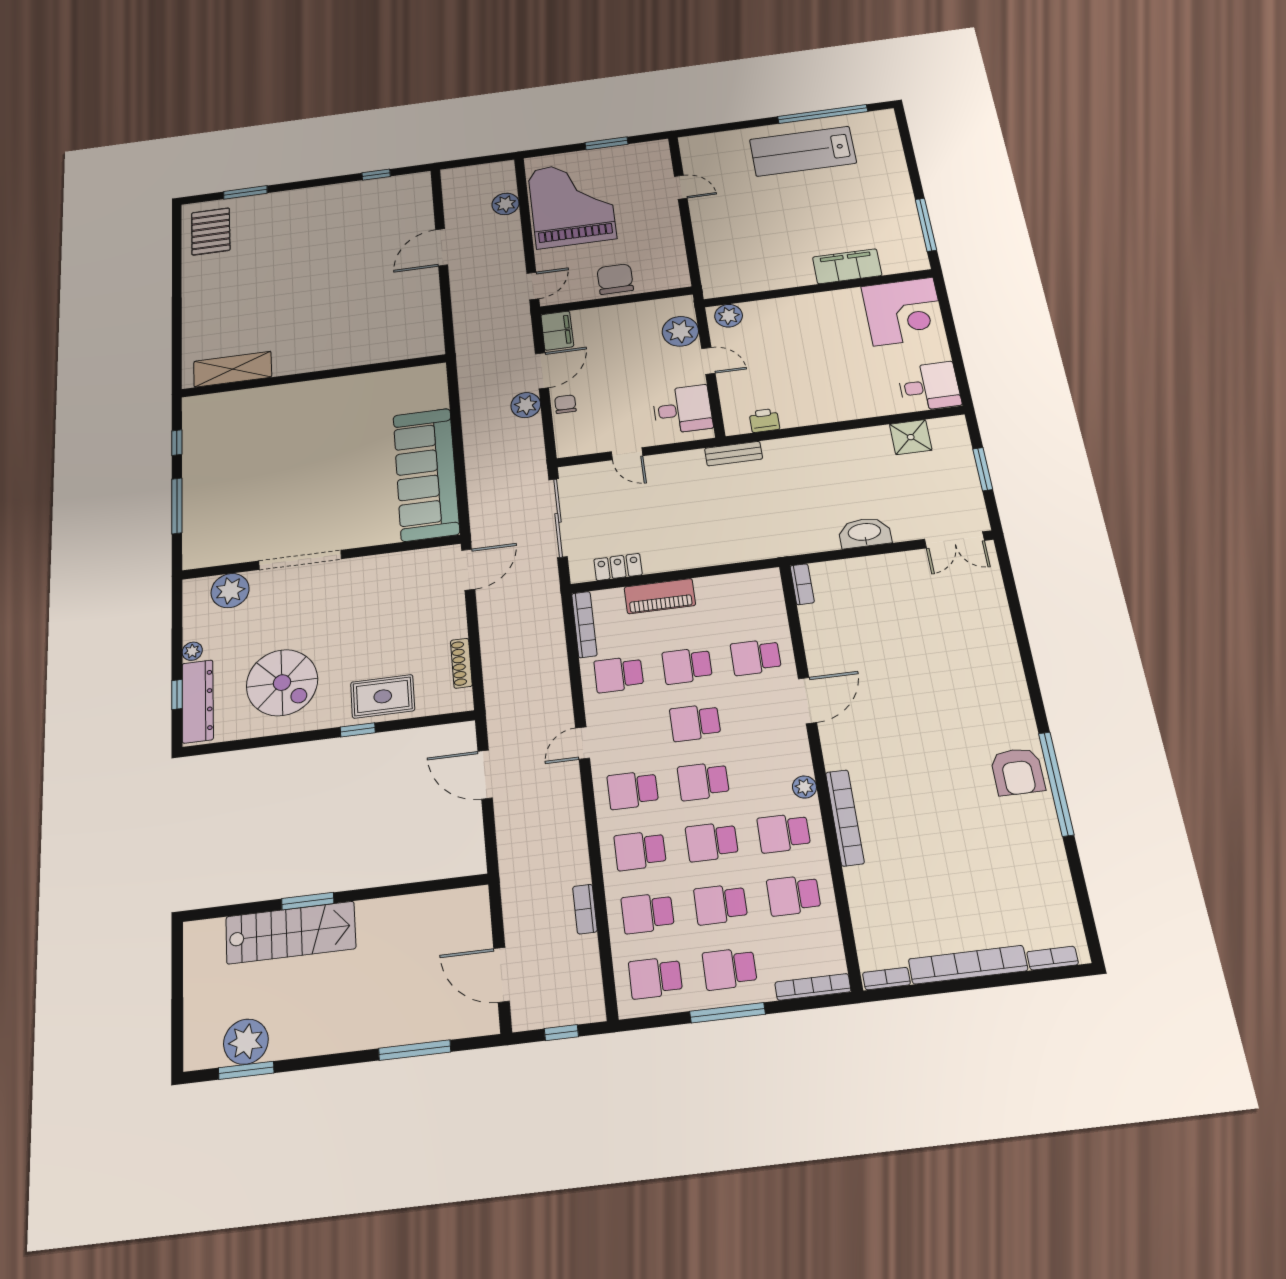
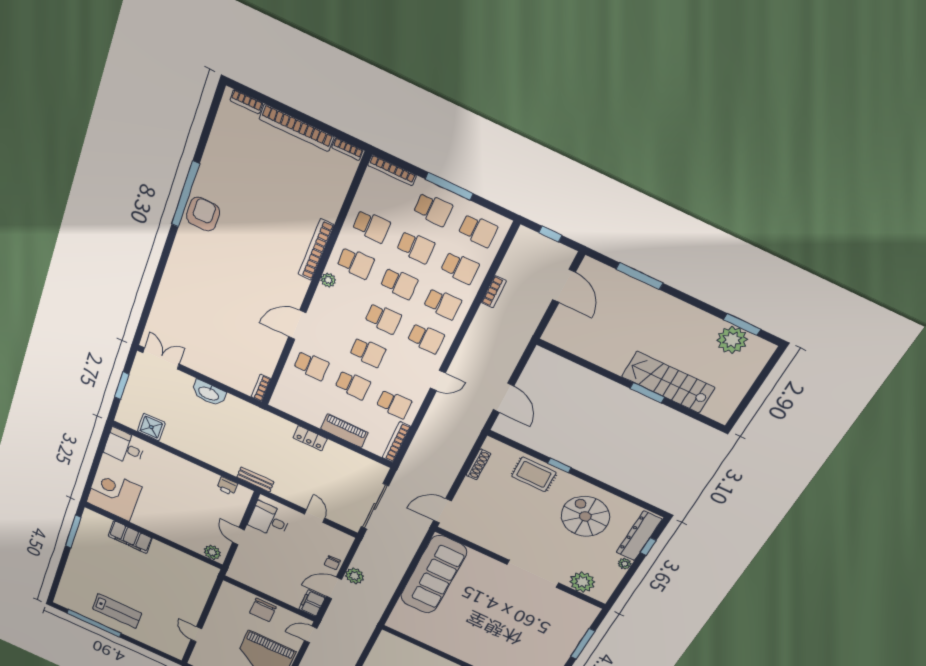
lab bench: (803, 151) -> (117, 611), width x0.73, depth x0.72
plant: (680, 331) -> (244, 561), removed
locker: (618, 567) -> (310, 438), moved

